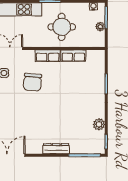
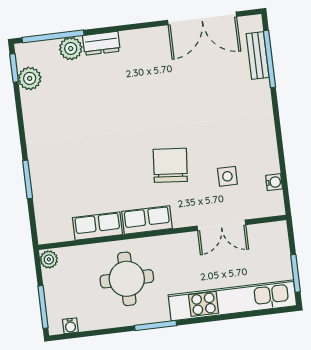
plant: (100, 27) -> (49, 259), moved
plant: (99, 124) -> (30, 78), moved
plant: (76, 148) -> (71, 48), added
dresser: (56, 149) -> (101, 43), width x0.70

